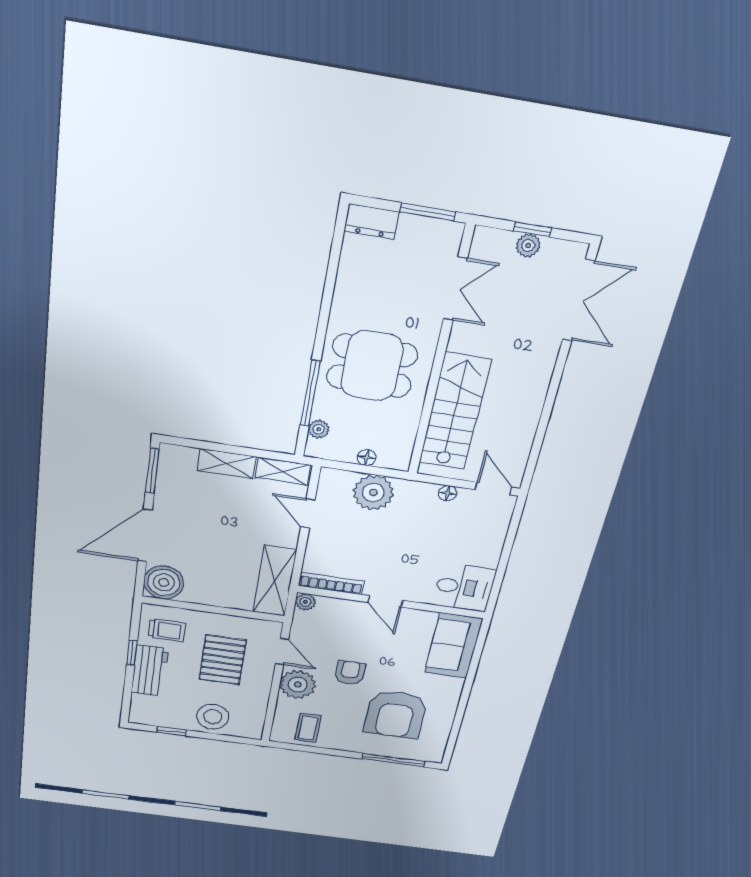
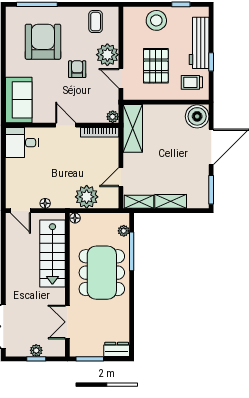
dining table: (372, 366) -> (102, 273), width x1.38
floor lamp: (367, 457) -> (75, 218), moved
door: (308, 513) -> (121, 177), swing flipped
workbench: (150, 671) -> (199, 43), width x1.38
armchair: (350, 673) -> (77, 69), turned 180

